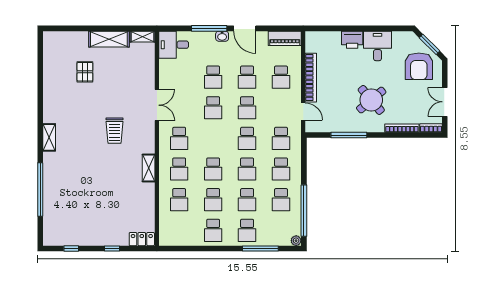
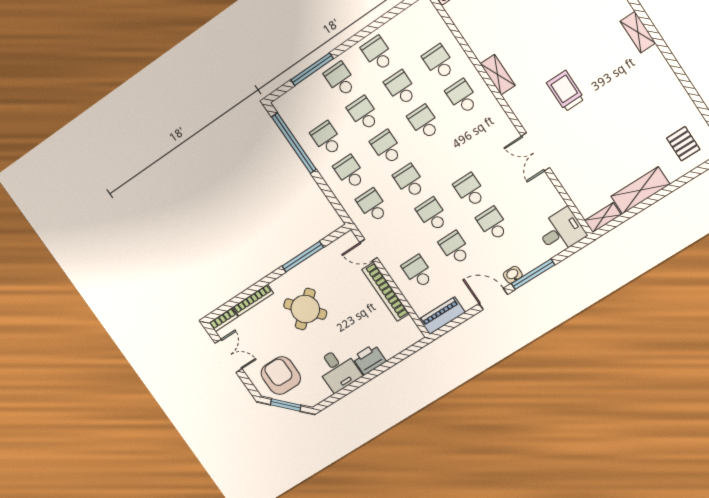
pallet: (85, 72) -> (683, 144), moved
school desk: (179, 138) -> (485, 131), removed
plant: (296, 241) -> (280, 105), removed

